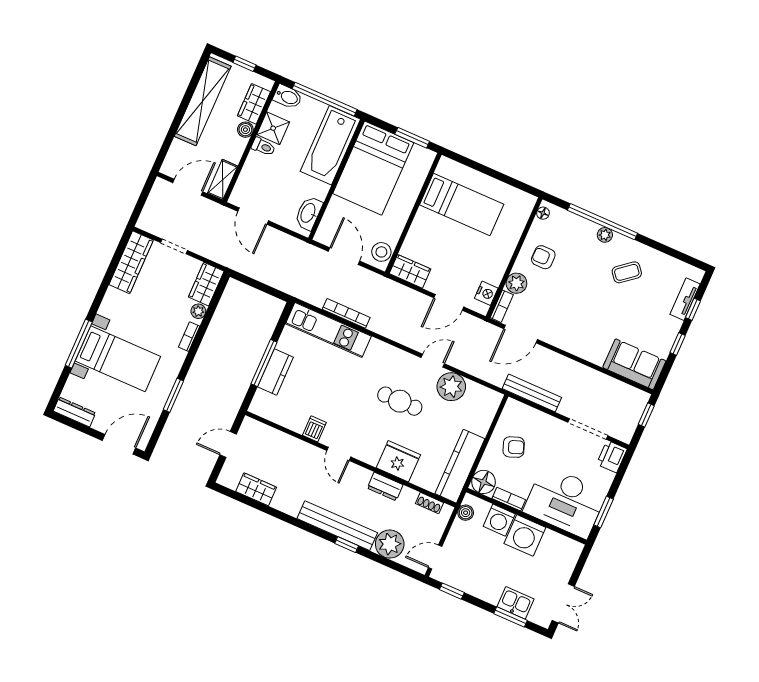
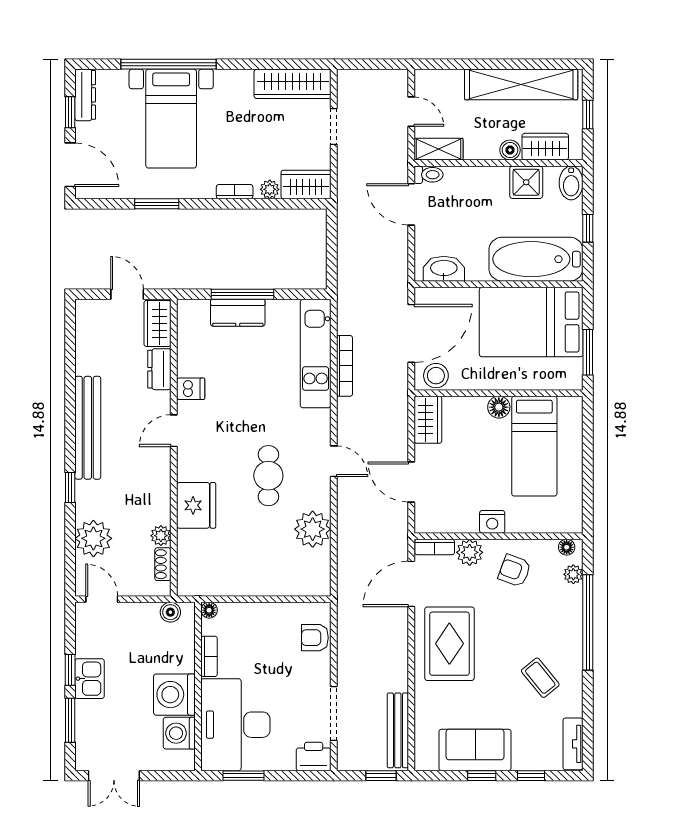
window: (325, 99) -> (588, 228), width x0.32
toilet: (263, 147) -> (429, 175), moved, turned -90
door: (188, 187) -> (411, 112), width x0.73
door: (253, 216) -> (411, 204), hinge flipped
floor lamp: (423, 217) -> (499, 407), added
plant: (605, 235) -> (573, 574), moved
door: (344, 256) -> (411, 333), width x1.36
armchair: (543, 257) -> (515, 571), turned -70
nightstand: (486, 293) -> (492, 522), moved
tv unit: (685, 299) -> (573, 744), moved, turned -90
rug: (575, 326) -> (449, 644), added
door: (521, 334) -> (411, 584), hinge flipped
window: (79, 344) -> (169, 64), width x1.46
door: (433, 361) -> (334, 461), moved
sofa: (634, 364) -> (475, 750), moved, turned -90
bench: (532, 393) -> (398, 730), moved
window: (82, 428) -> (70, 112), added
armchair: (514, 447) -> (315, 638), moved, turned 111
kitchen counter: (460, 466) -> (223, 581), removed
floor lamp: (483, 482) -> (209, 610), width x0.53, depth x0.53
dresser: (385, 486) -> (159, 369), moved
wardrobe: (256, 489) -> (158, 323), moved, turned 180
plant: (409, 496) -> (161, 536), added
washing machine: (499, 520) -> (179, 733), moved
bench: (337, 526) -> (88, 428), moved
window: (452, 591) -> (70, 670), moved
kitchen sink: (516, 603) -> (90, 679), moved

